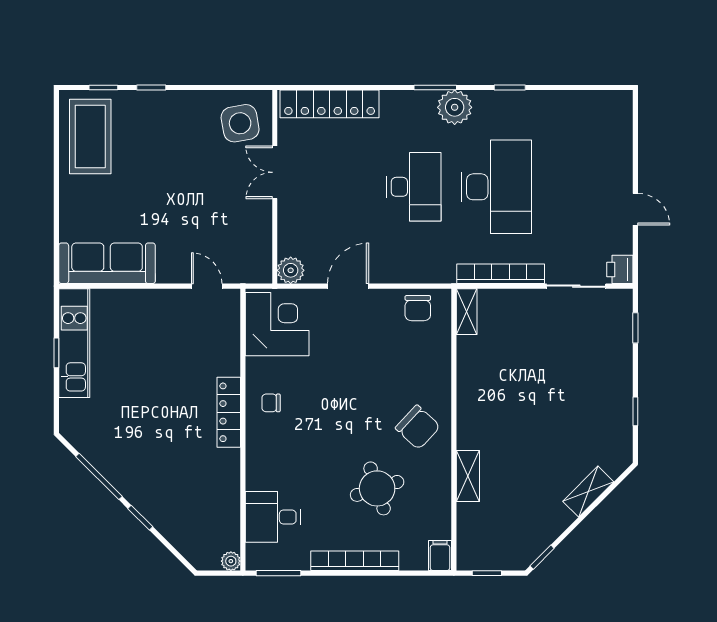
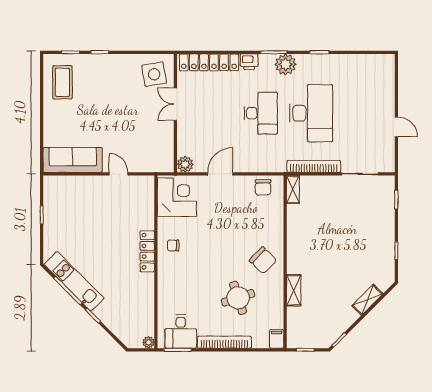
coffee table: (90, 136) -> (62, 82), width x0.73, depth x0.76
printer: (620, 269) -> (249, 62), moved, turned -90
door: (207, 286) -> (119, 174), moved
kitchen unit: (74, 343) -> (74, 281), moved, turned -45
desk: (273, 517) -> (181, 331), moved, turned -90

